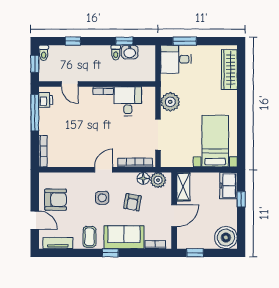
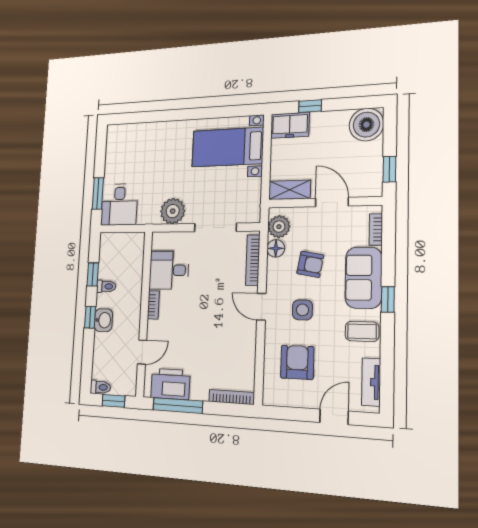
window: (73, 41) -> (90, 317), moved
washbasin: (130, 52) -> (103, 320), moved
wardrobe: (229, 70) -> (136, 133), removed
printer: (46, 100) -> (170, 384), width x1.87, depth x1.48
armchair: (56, 200) -> (297, 362), moved

